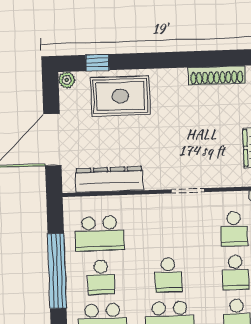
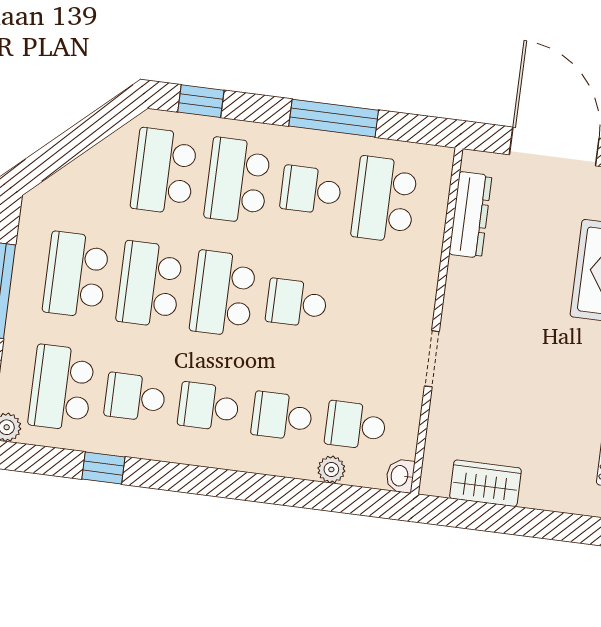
dresser: (109, 179) -> (470, 215), width x0.73, depth x0.80
window: (57, 271) -> (334, 118), width x0.68

